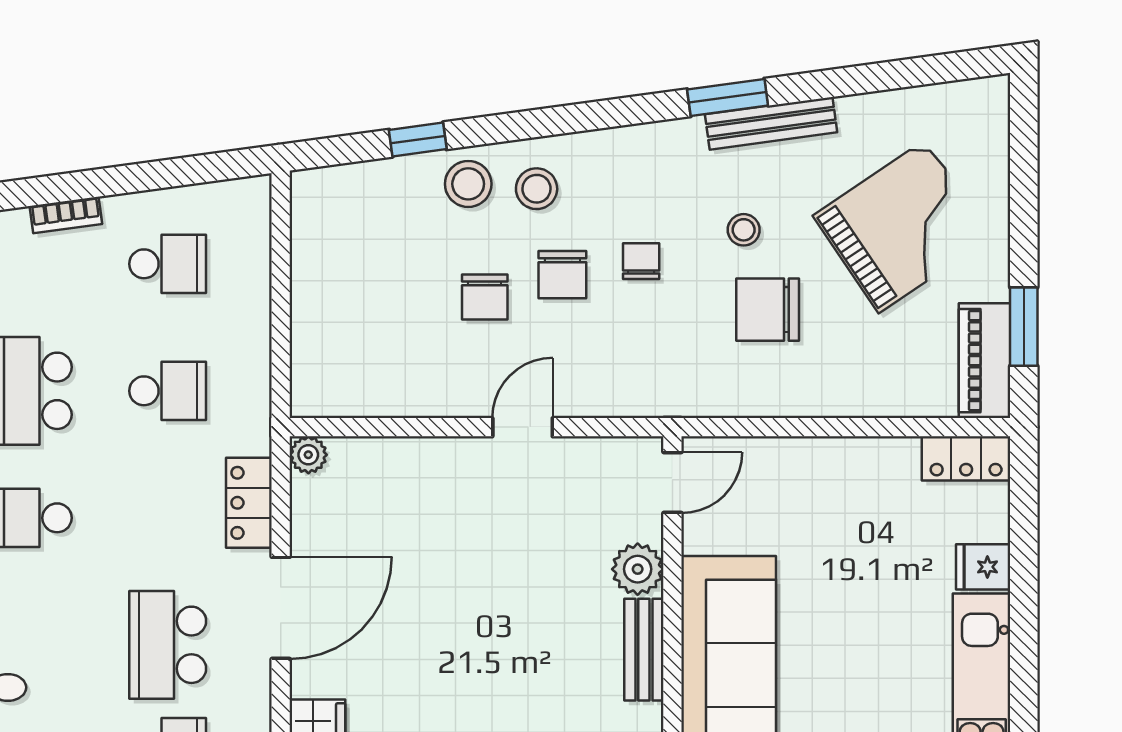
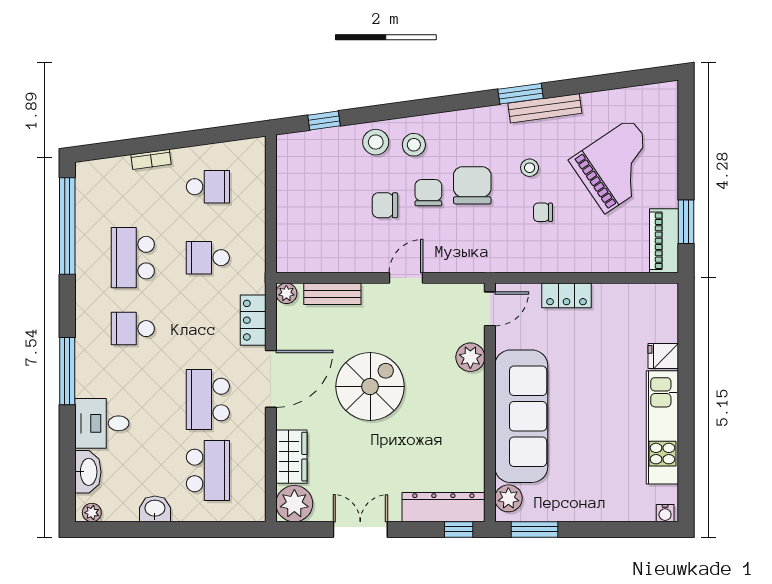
window: (418, 140) -> (324, 120), moved
chair: (641, 261) -> (472, 185), width x1.87, depth x1.87
chair: (562, 275) -> (428, 193), turned 180
chair: (485, 297) -> (385, 205), turned 90
chair: (768, 310) -> (543, 212), width x0.54, depth x0.54
school desk: (168, 391) -> (208, 258), turned 180
locker: (966, 458) -> (566, 295), moved
spiral stairs: (458, 622) -> (370, 387), added
bench: (644, 650) -> (332, 294), moved, turned 90

